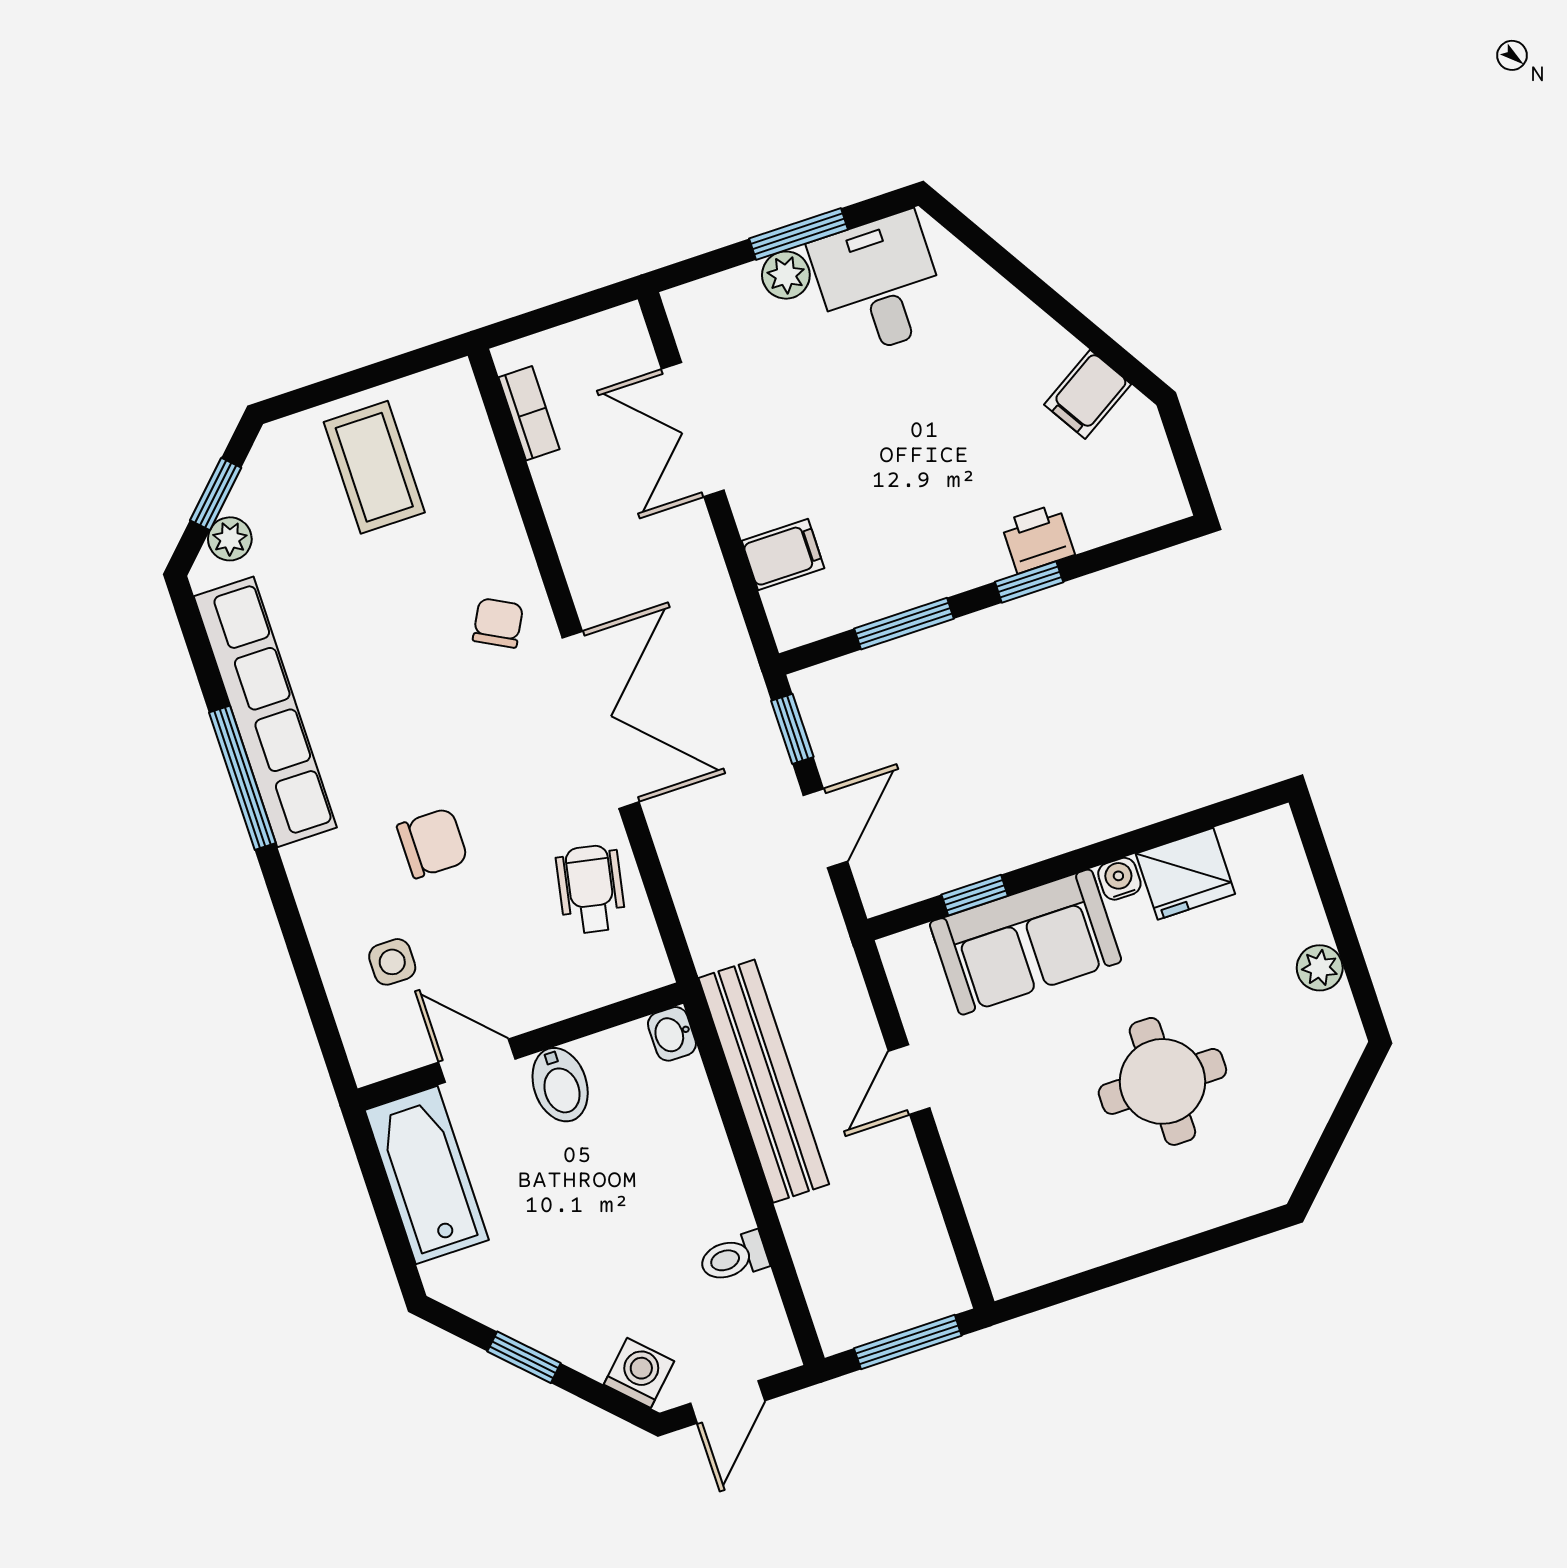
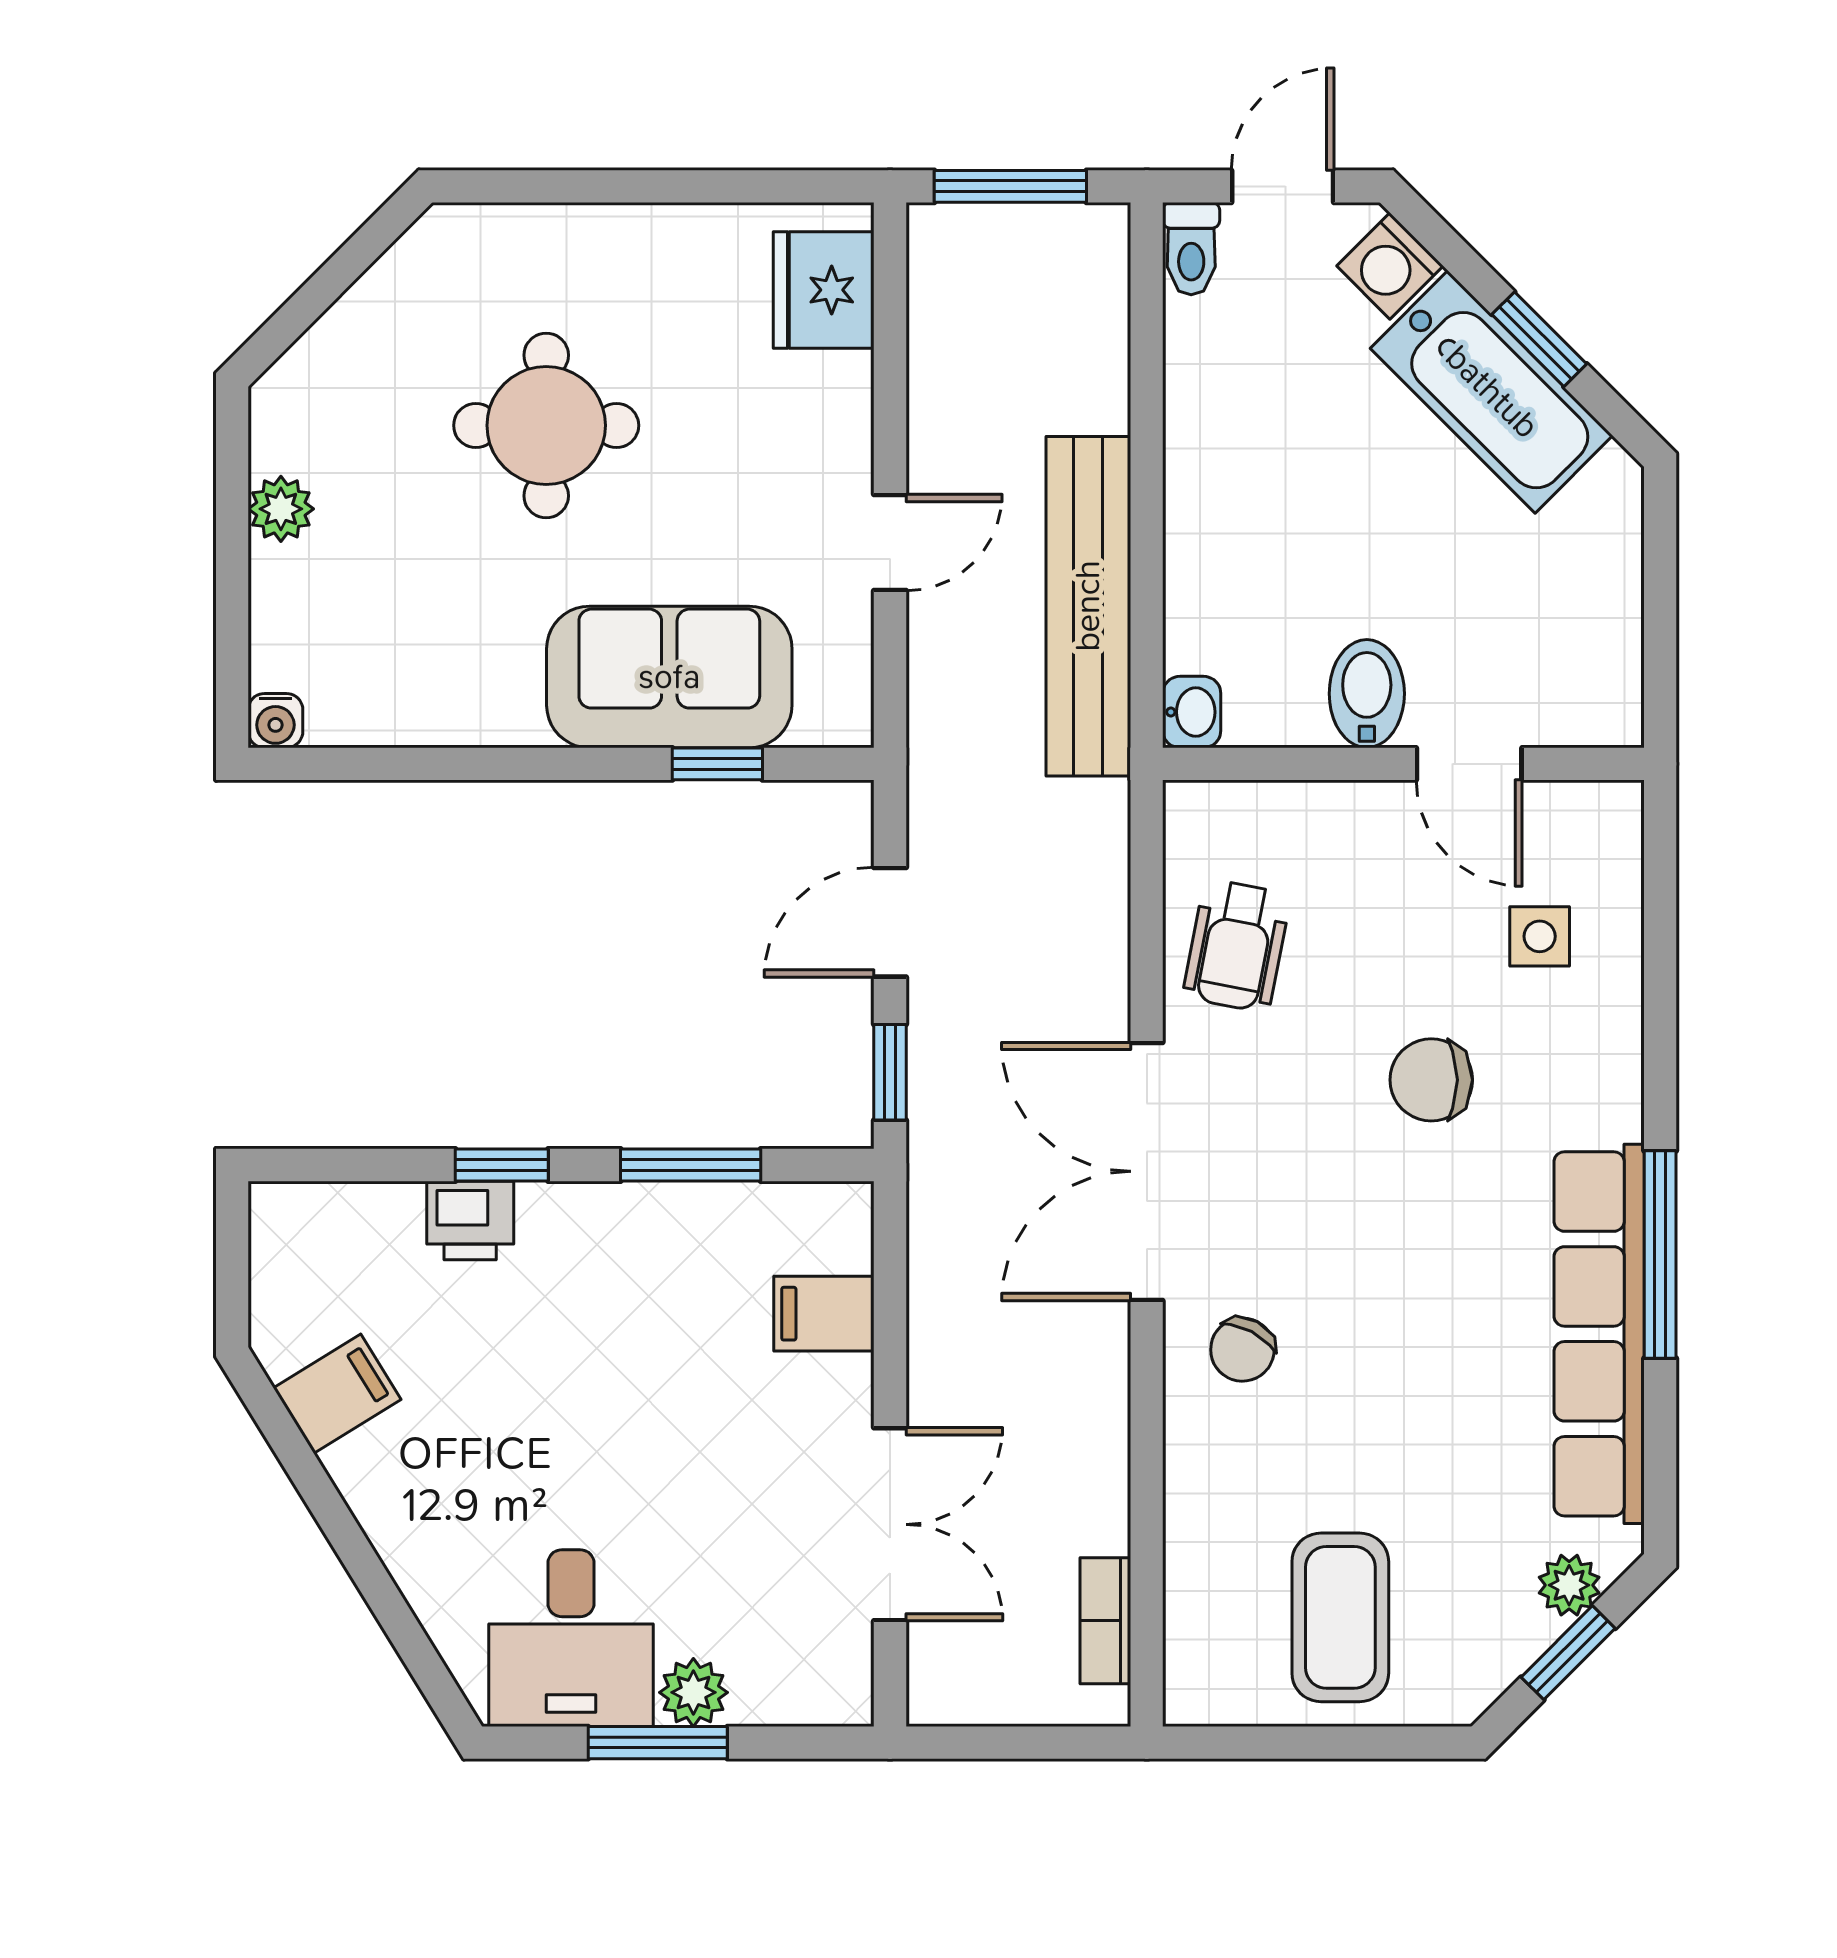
fridge: (1185, 874) -> (824, 290), moved, turned -90
water cooler: (1119, 879) -> (275, 721), moved
bathtub: (427, 1175) -> (1492, 392), moved, turned -45
toilet: (734, 1257) -> (1191, 249), moved, turned 90

